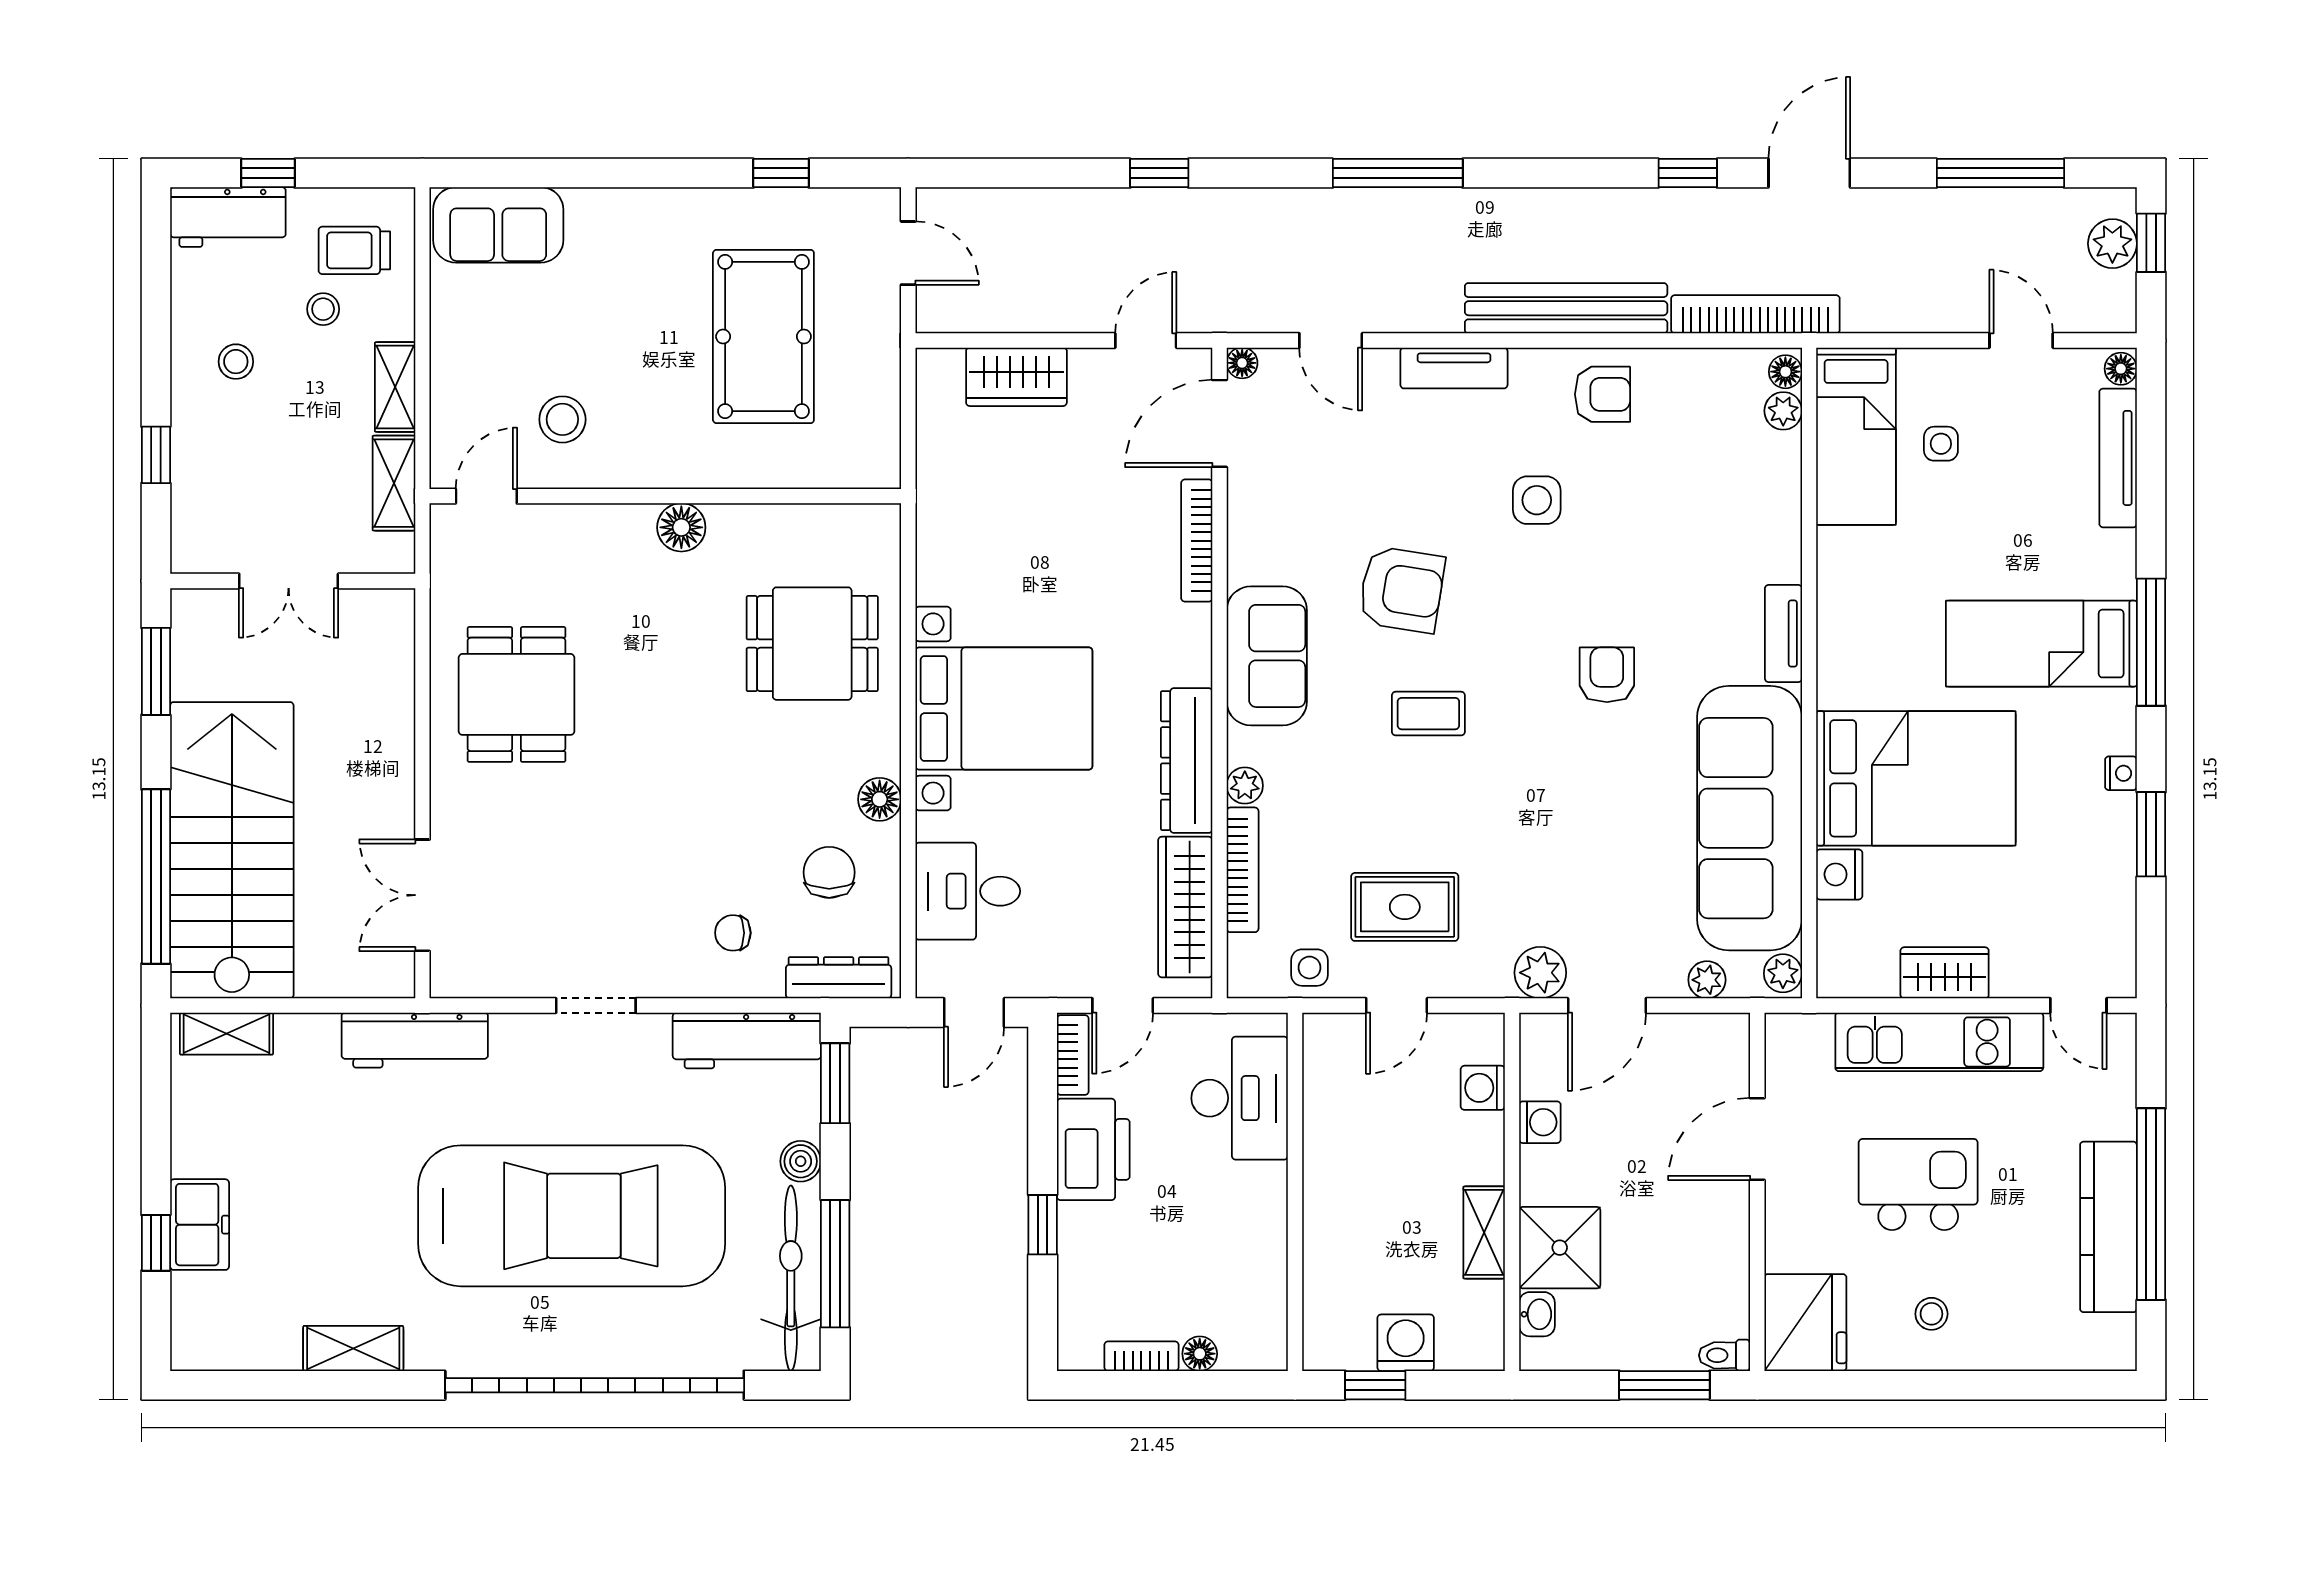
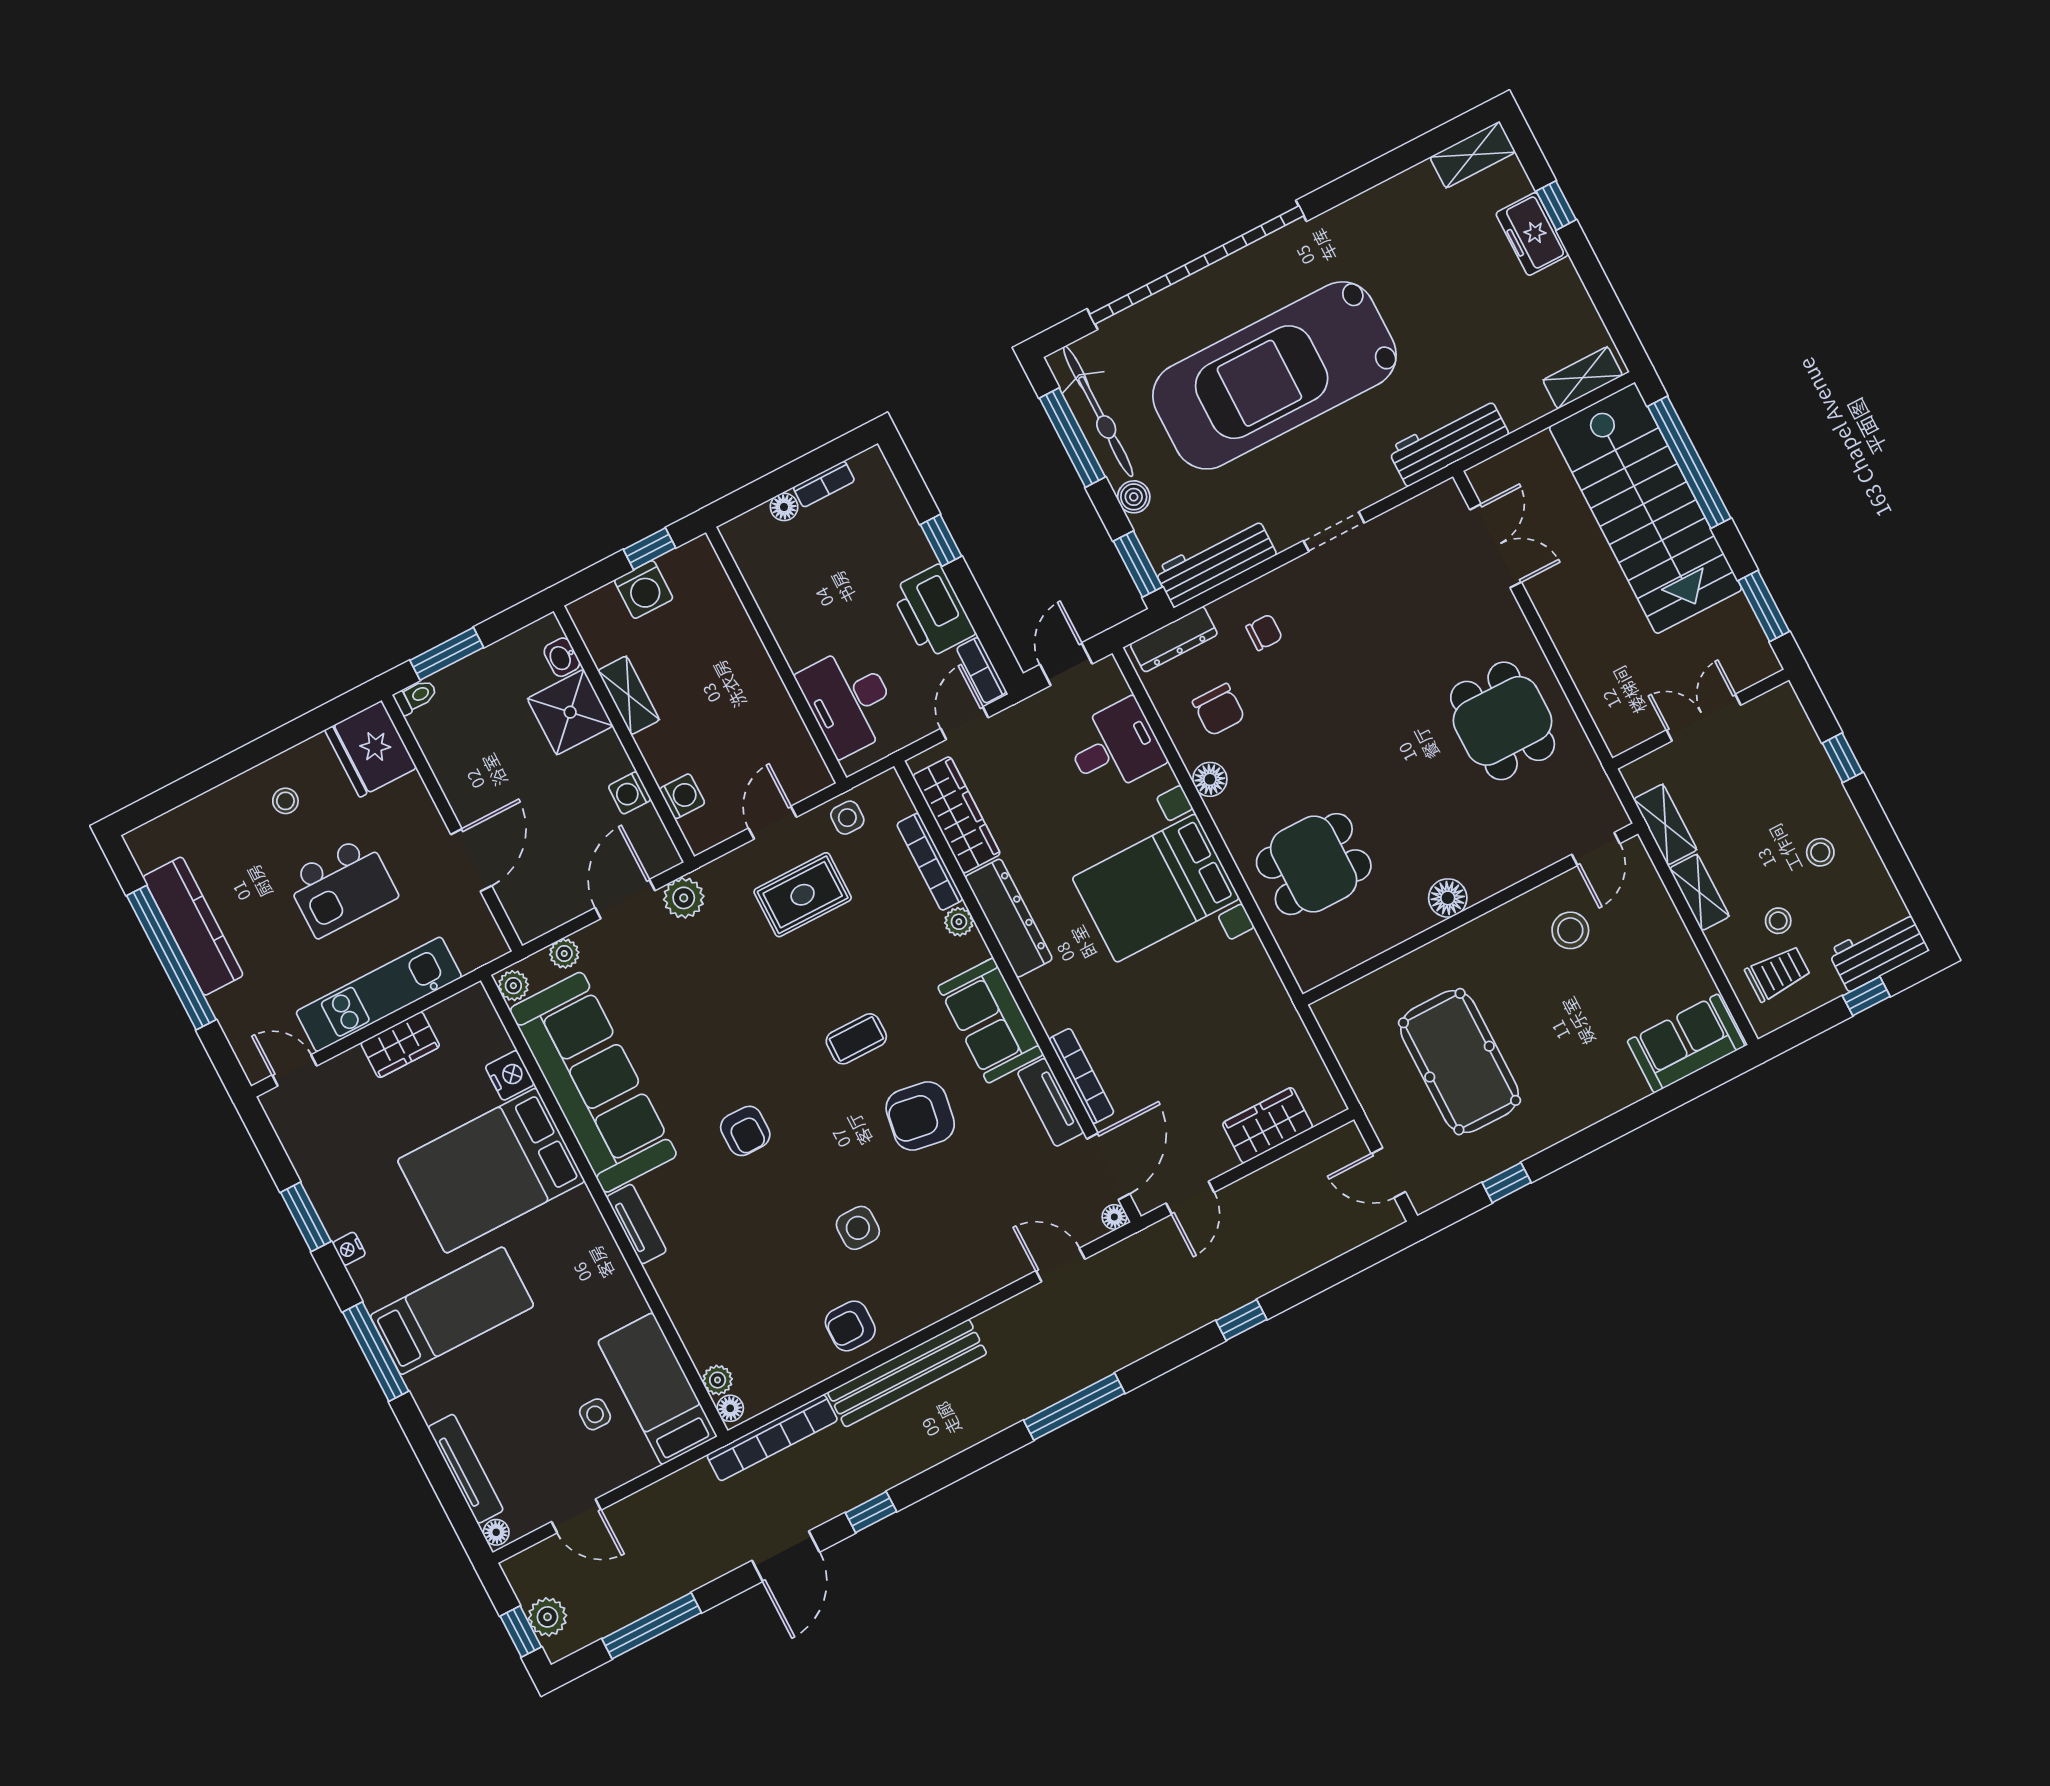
tv unit: (1454, 368) -> (1050, 1102), moved, turned -90
shelving: (353, 1349) -> (1473, 155), moved

